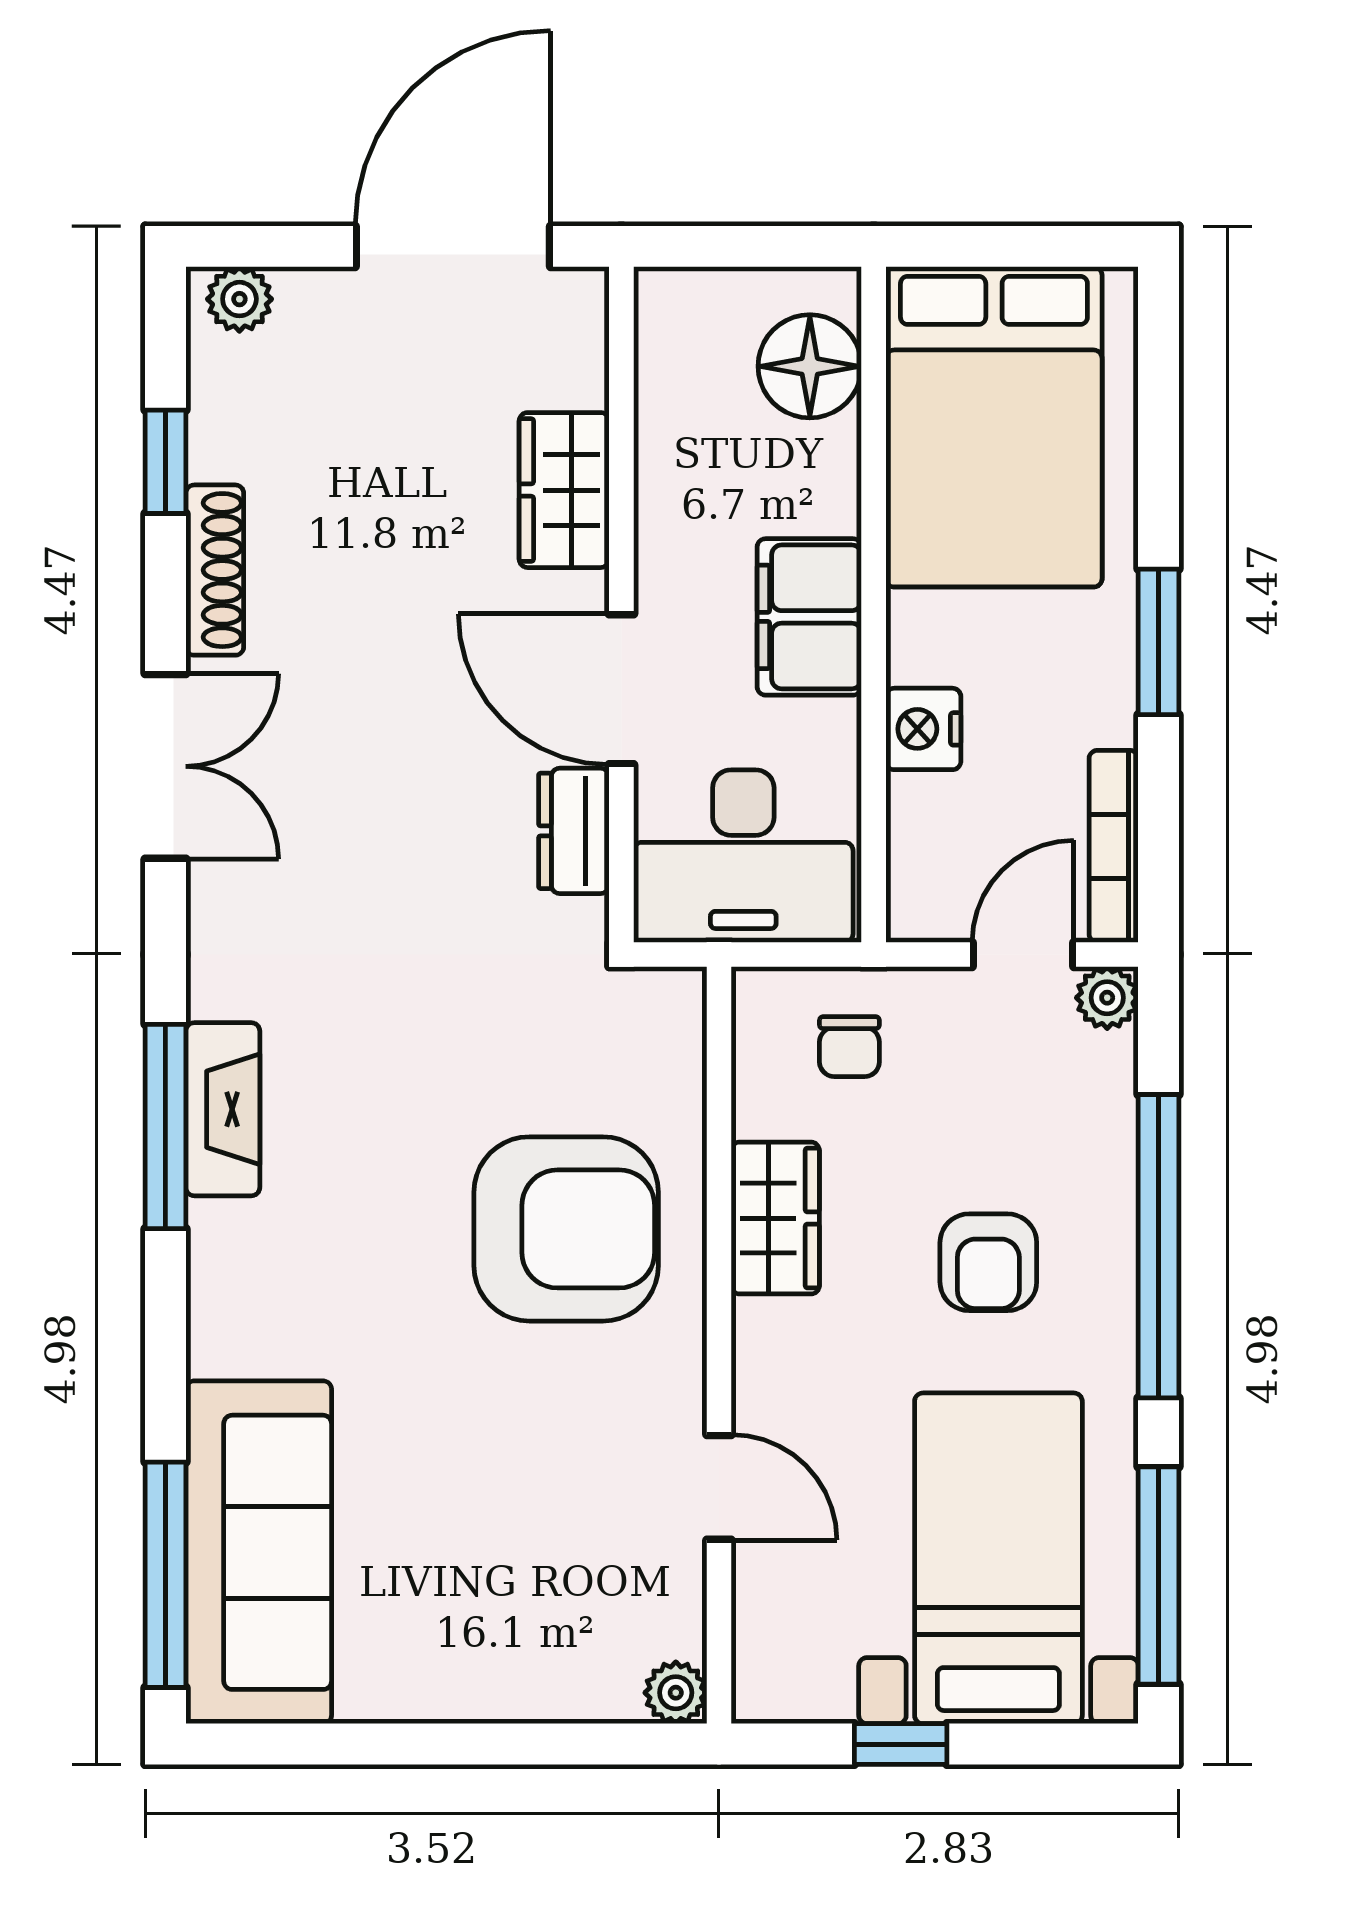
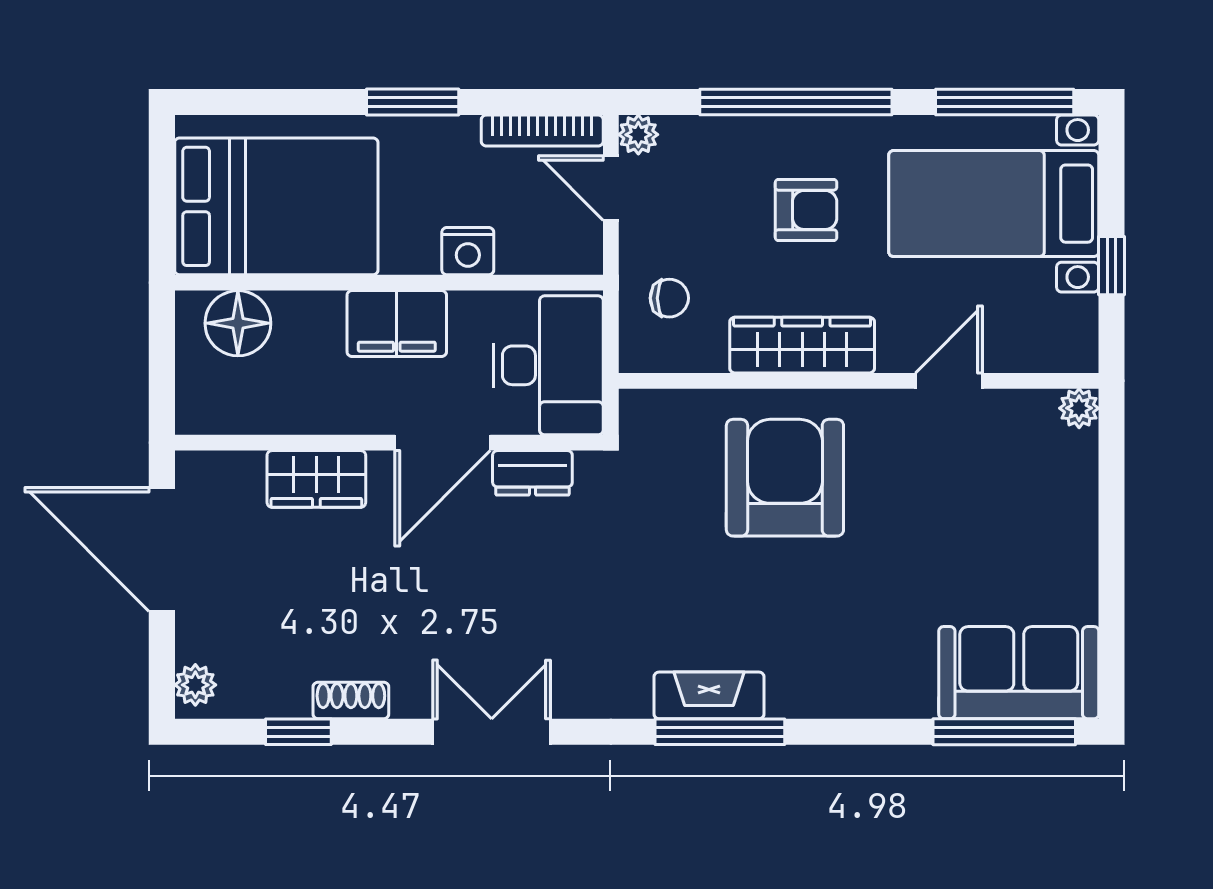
shoe rack: (215, 570) -> (351, 700), width x0.70
wardrobe: (775, 1218) -> (802, 345), width x1.50
sofa: (259, 1552) -> (1019, 673), width x0.73

